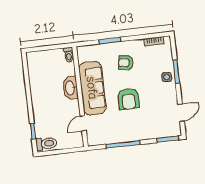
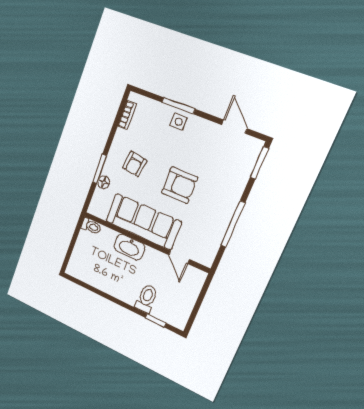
floor lamp: (103, 48) -> (104, 182), added
toilet: (46, 144) -> (146, 299), moved

